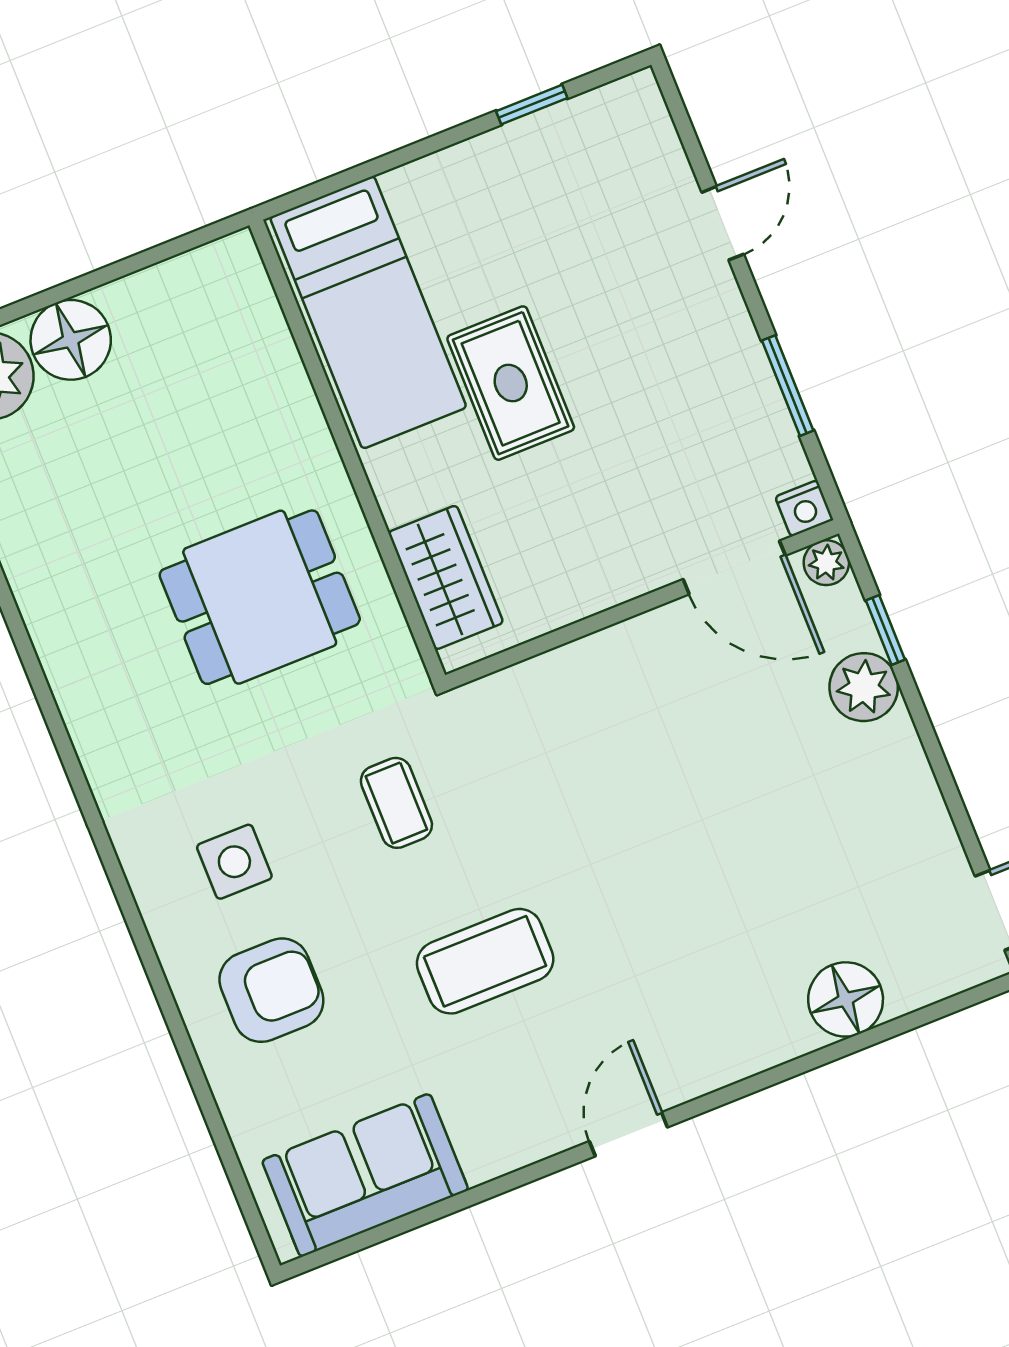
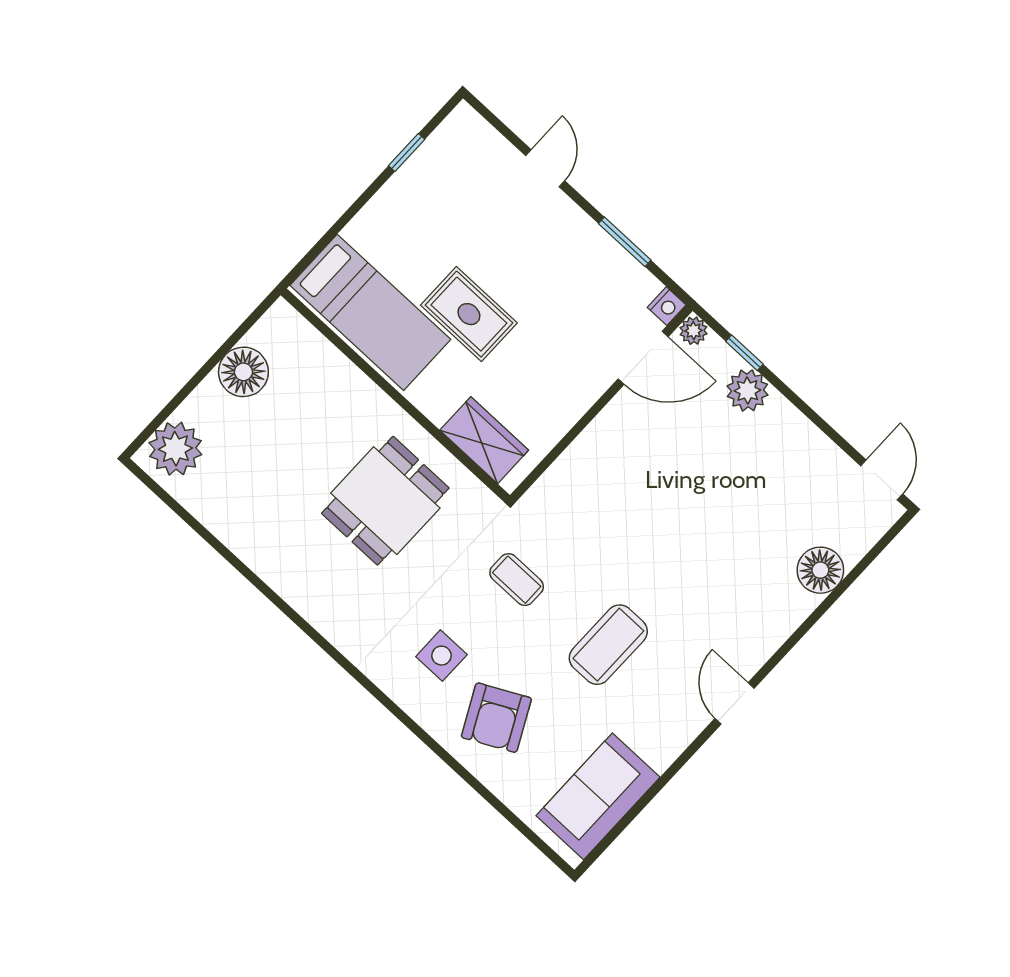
floor lamp: (71, 340) -> (243, 372), moved
armchair: (271, 990) -> (496, 718), turned 153

